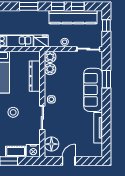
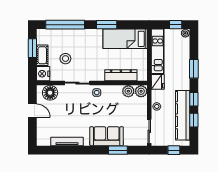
sofa: (93, 90) -> (107, 136), width x0.73
stool: (13, 112) -> (65, 59), moved

